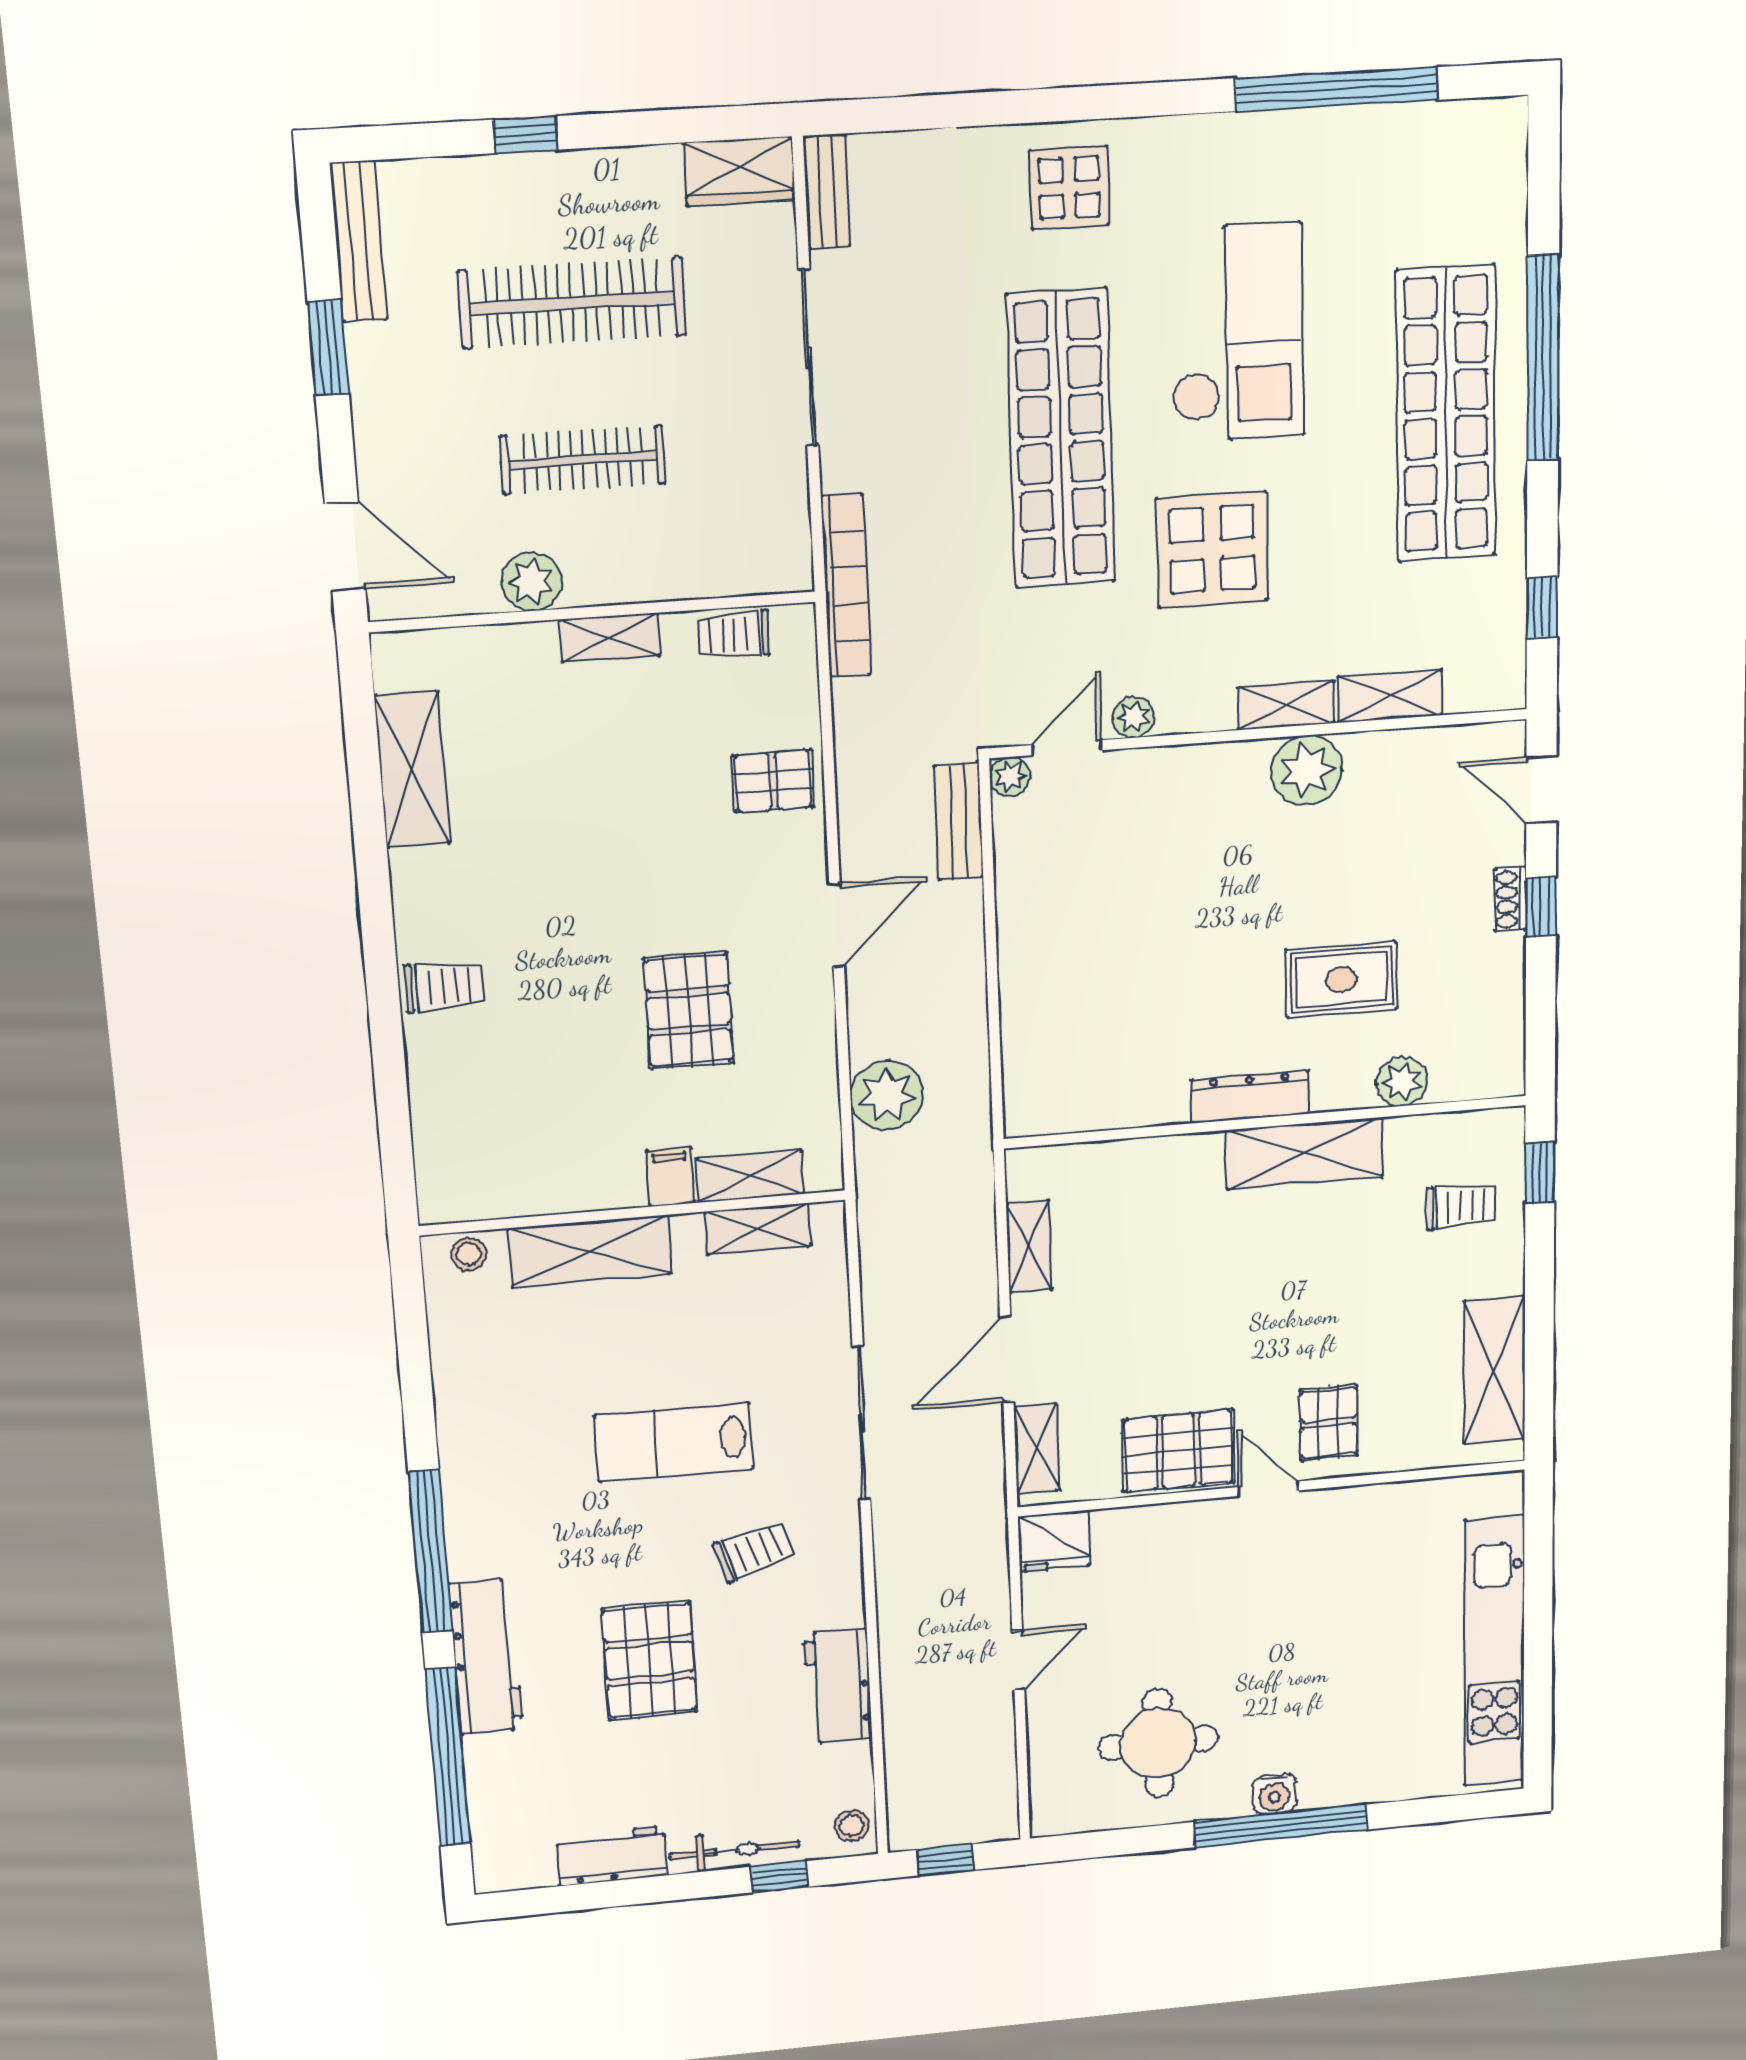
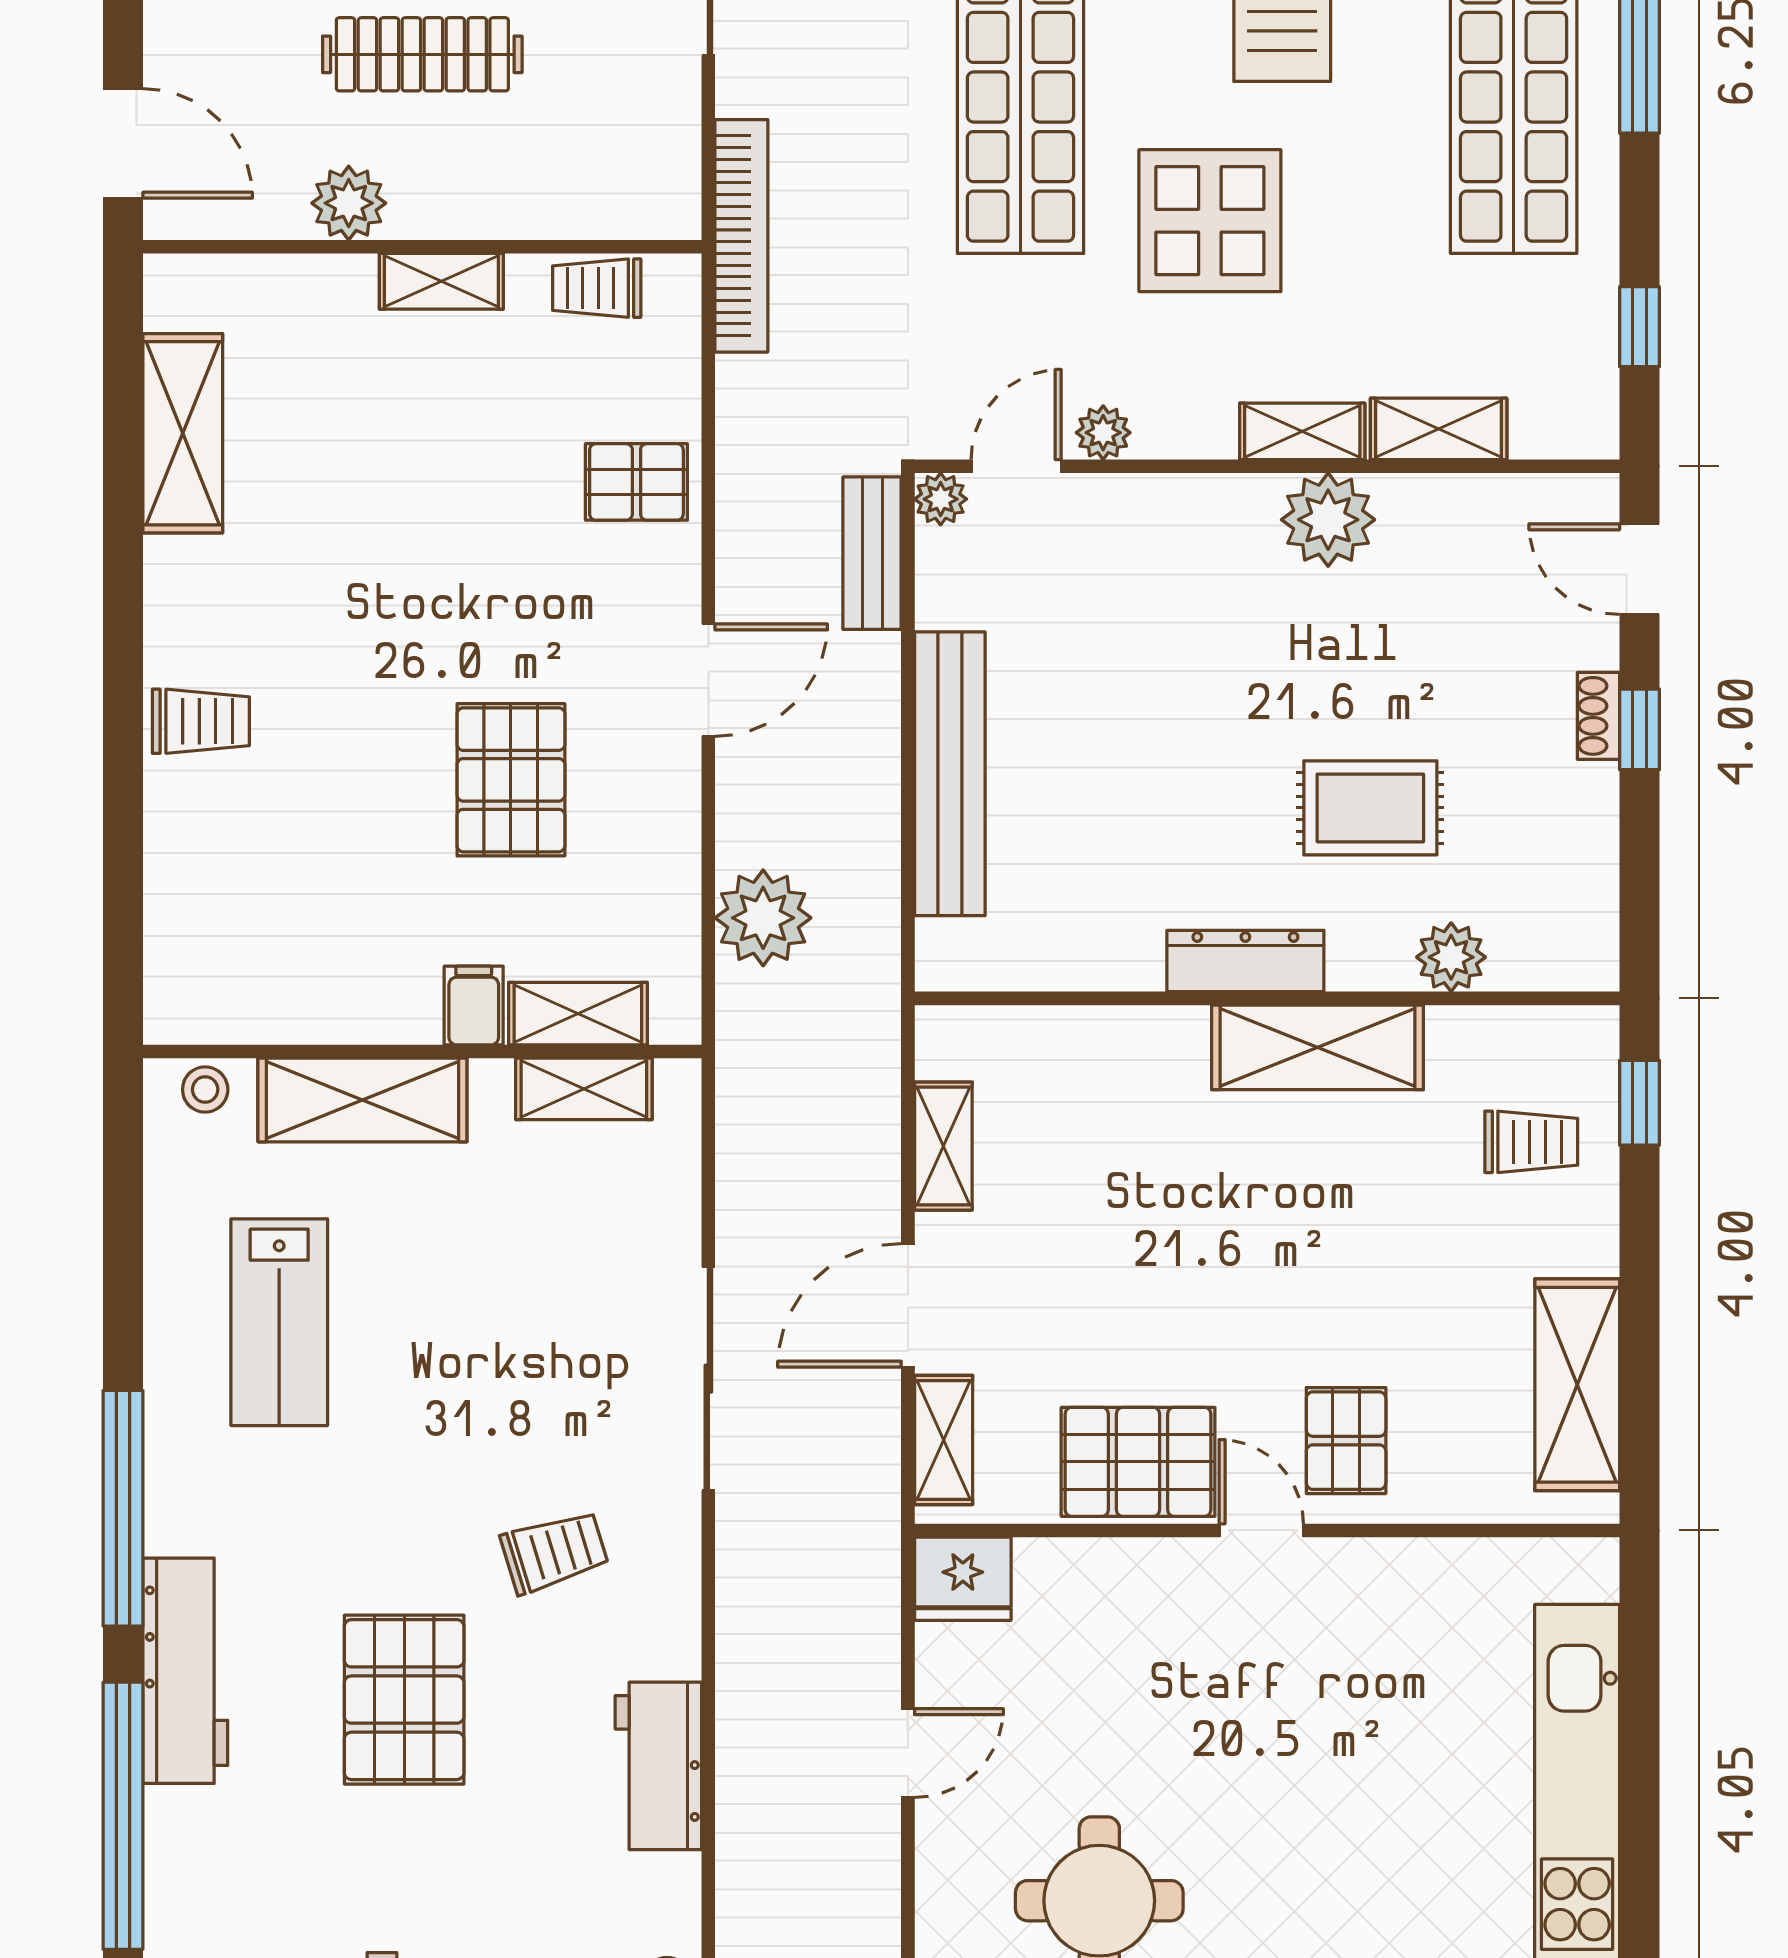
bench: (1024, 980) -> (950, 774), added
lab bench: (674, 1442) -> (279, 1322), moved, turned -90

